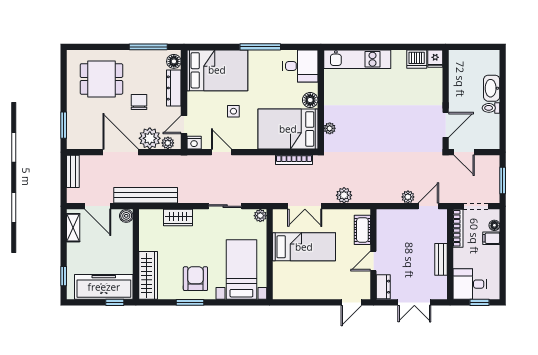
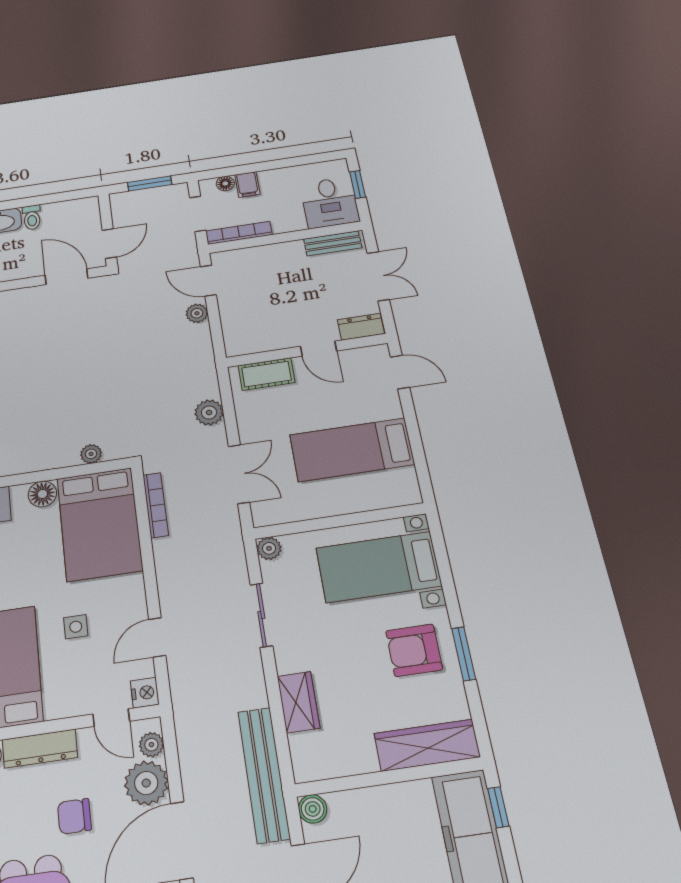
bed: (304, 247) -> (352, 450), moved, turned -90
bench: (441, 259) -> (333, 243), moved

